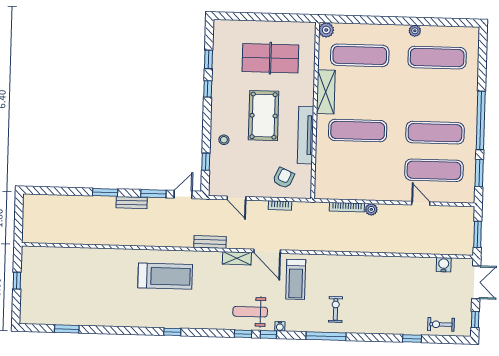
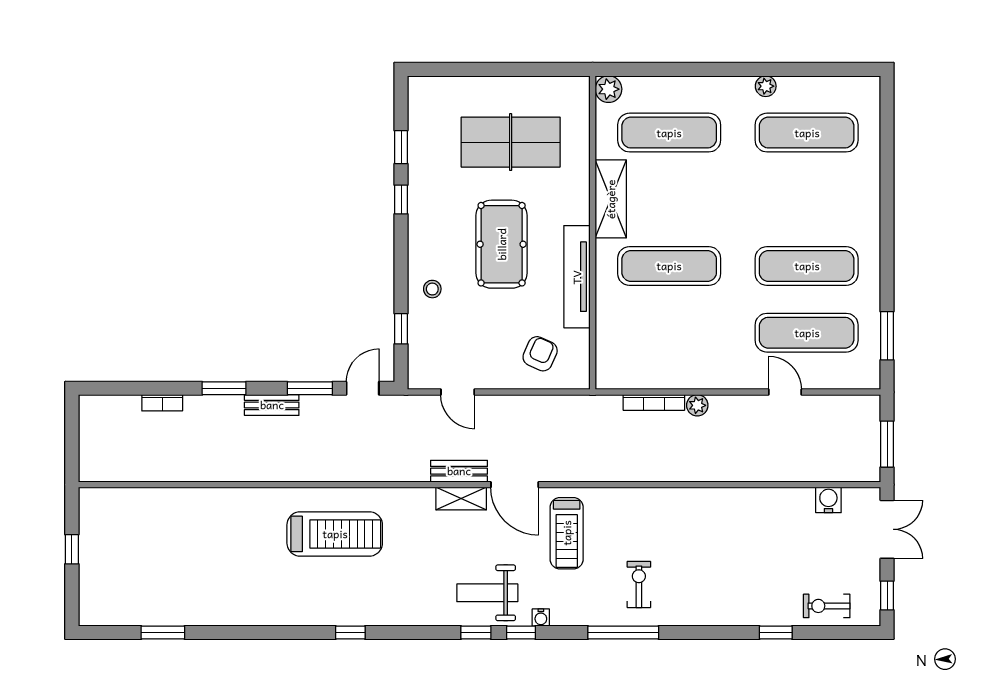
window: (481, 120) -> (887, 242), removed
bookcase: (280, 205) -> (162, 403), moved
bench: (210, 242) -> (459, 471), moved

